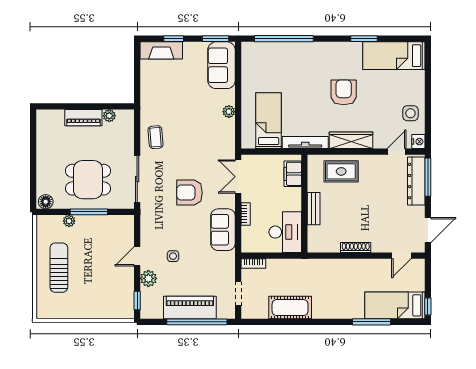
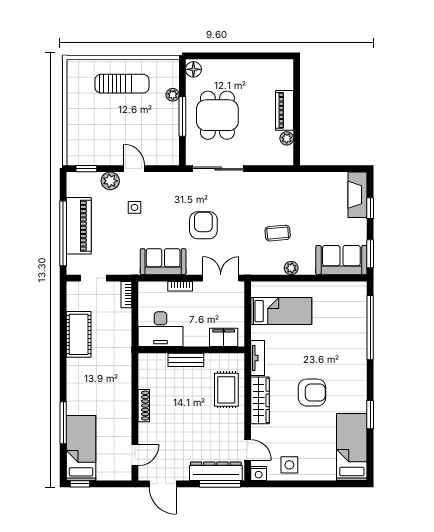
coffee table: (156, 137) -> (278, 233), moved
tv unit: (305, 142) -> (258, 358), width x0.71
door: (401, 256) -> (135, 455), swing flipped

